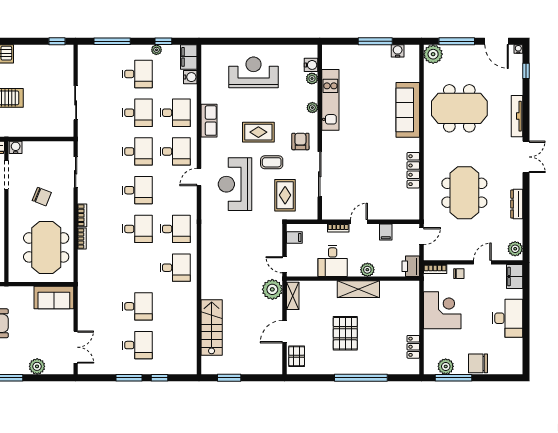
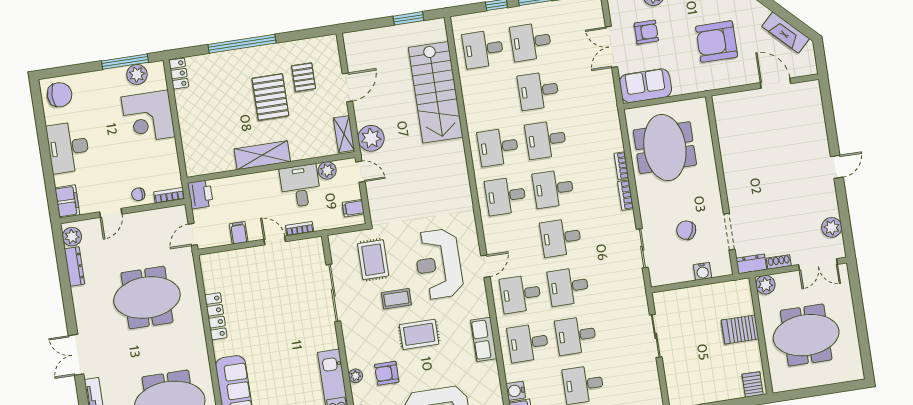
armchair: (300, 141) -> (387, 373), moved, turned 90
water cooler: (16, 147) -> (702, 271), moved
reception desk: (235, 184) -> (438, 264), turned 180
meeting table: (464, 193) -> (147, 298), turned 90
chair: (42, 197) -> (686, 230), moved
dresser: (517, 204) -> (74, 266), moved
door: (359, 222) -> (275, 241), swing flipped
desk: (137, 268) -> (546, 140), added
plant: (367, 270) -> (327, 170), moved
corner desk: (442, 310) -> (148, 117), moved
stairs: (212, 327) -> (436, 92), width x1.36, depth x1.51
armchair: (47, 339) -> (646, 32), added
desk: (175, 345) -> (483, 49), added
double door: (76, 347) -> (611, 47), moved
locker: (413, 347) -> (179, 74), moved
pallet: (297, 356) -> (304, 77), moved
chair: (478, 363) -> (60, 95), moved

